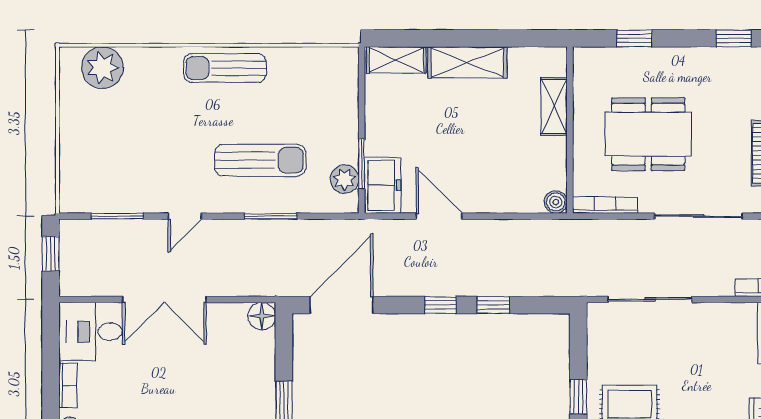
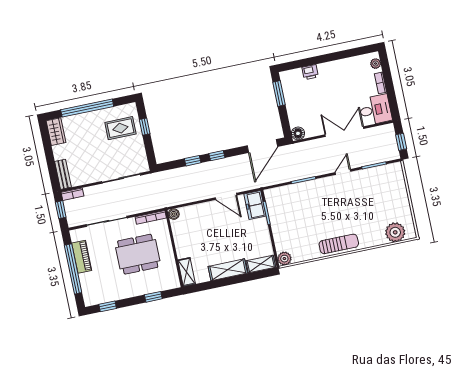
shelving: (554, 106) -> (187, 272), moved
sun lounger: (260, 160) -> (314, 205), removed
plant: (344, 179) -> (284, 259), moved

